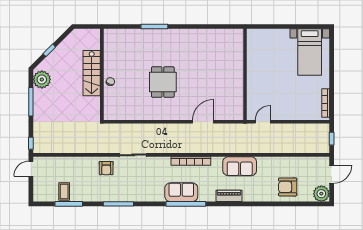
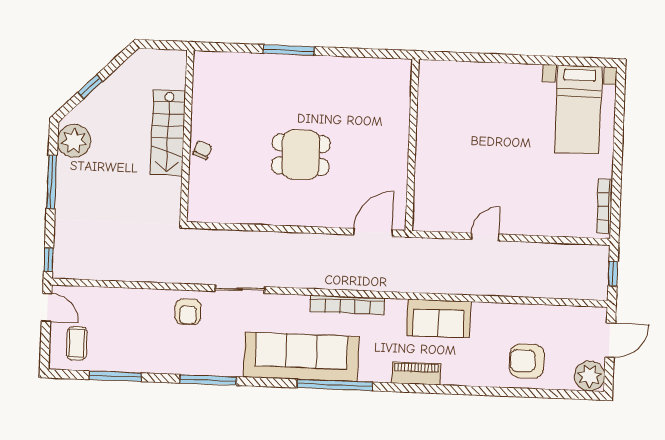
wall: (245, 74) -> (412, 145), moved
dining table: (163, 82) -> (301, 155), turned 90
door: (31, 169) -> (47, 307), swing flipped
coffee table: (64, 191) -> (77, 343), moved
sofa: (181, 192) -> (301, 357), width x1.85, depth x1.27

